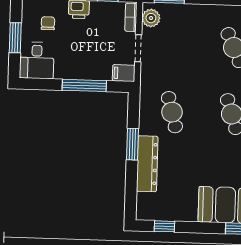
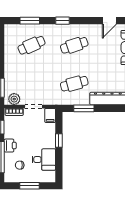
desk: (37, 60) -> (44, 160), moved
window: (84, 85) -> (59, 141), width x0.46
window: (133, 144) -> (84, 108), moved

